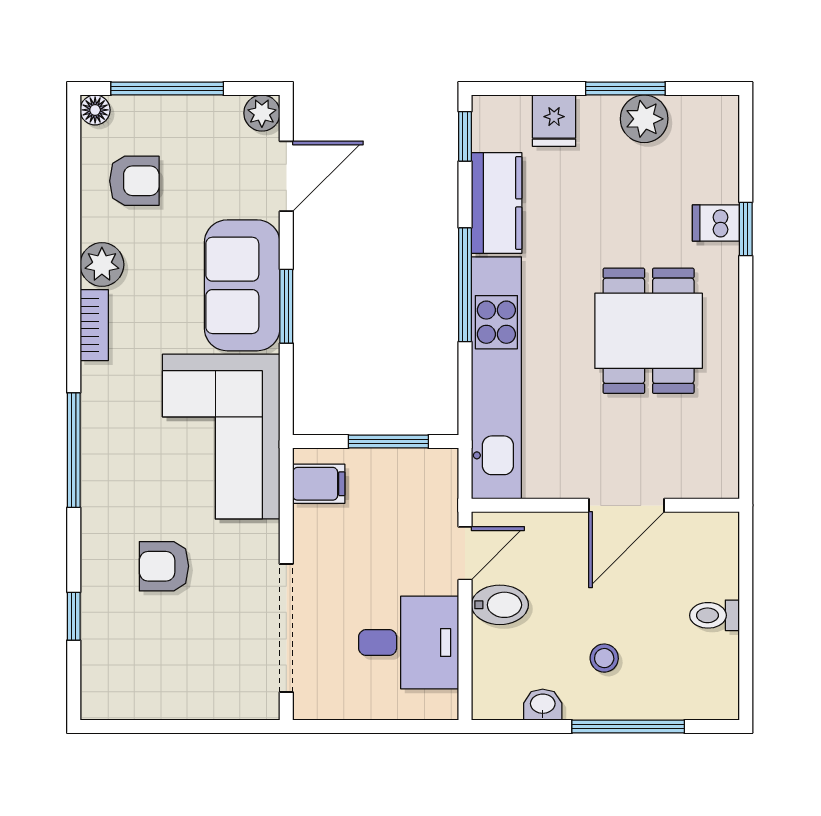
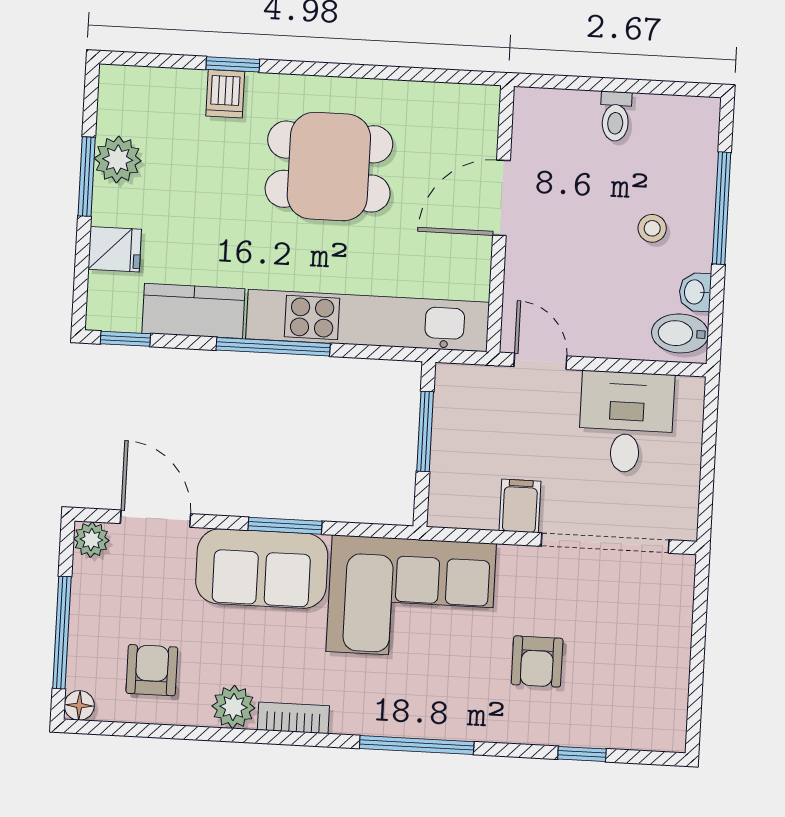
filing cabinet: (319, 484) -> (520, 506), moved
door: (626, 505) -> (501, 198), swing flipped
bidet: (500, 605) -> (680, 333), moved, turned -90

